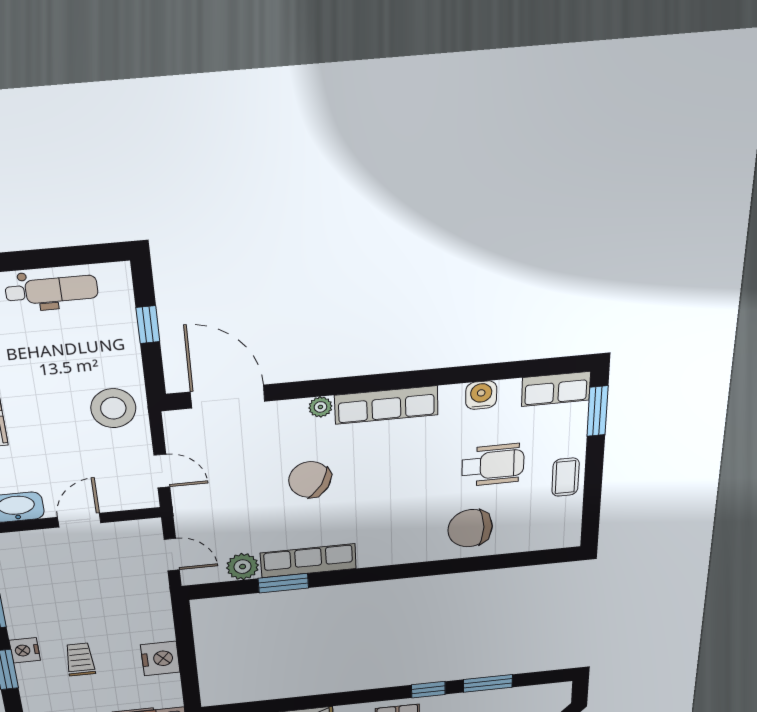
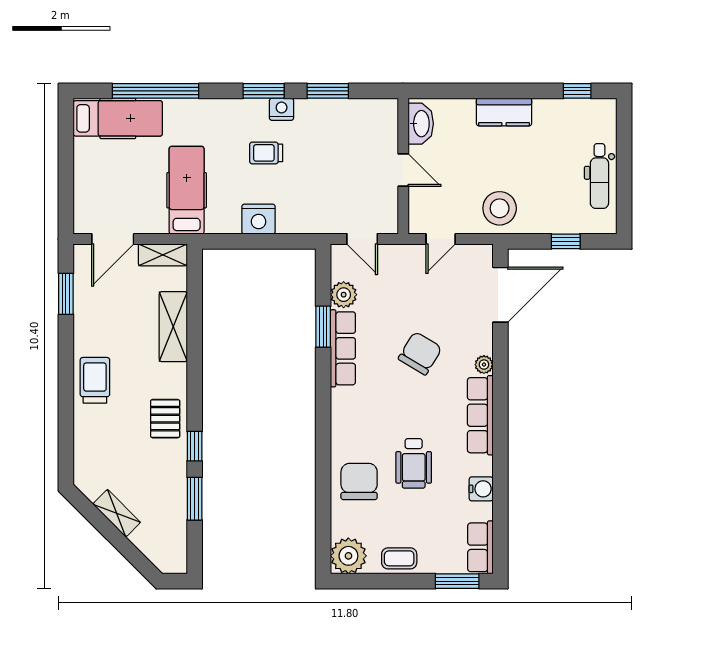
wheelchair: (493, 465) -> (414, 463), moved
plant: (560, 530) -> (348, 556), added
door: (172, 555) -> (362, 239), hinge flipped
trolley: (80, 659) -> (266, 153), turned 180

